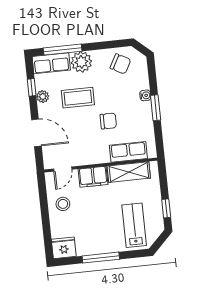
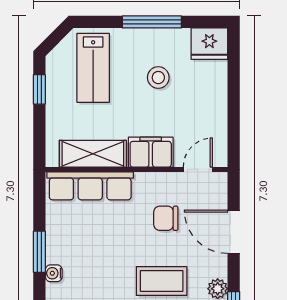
chair: (108, 121) -> (166, 218), moved
row of seats: (128, 152) -> (90, 186), width x1.48
stool: (63, 204) -> (158, 78), moved

